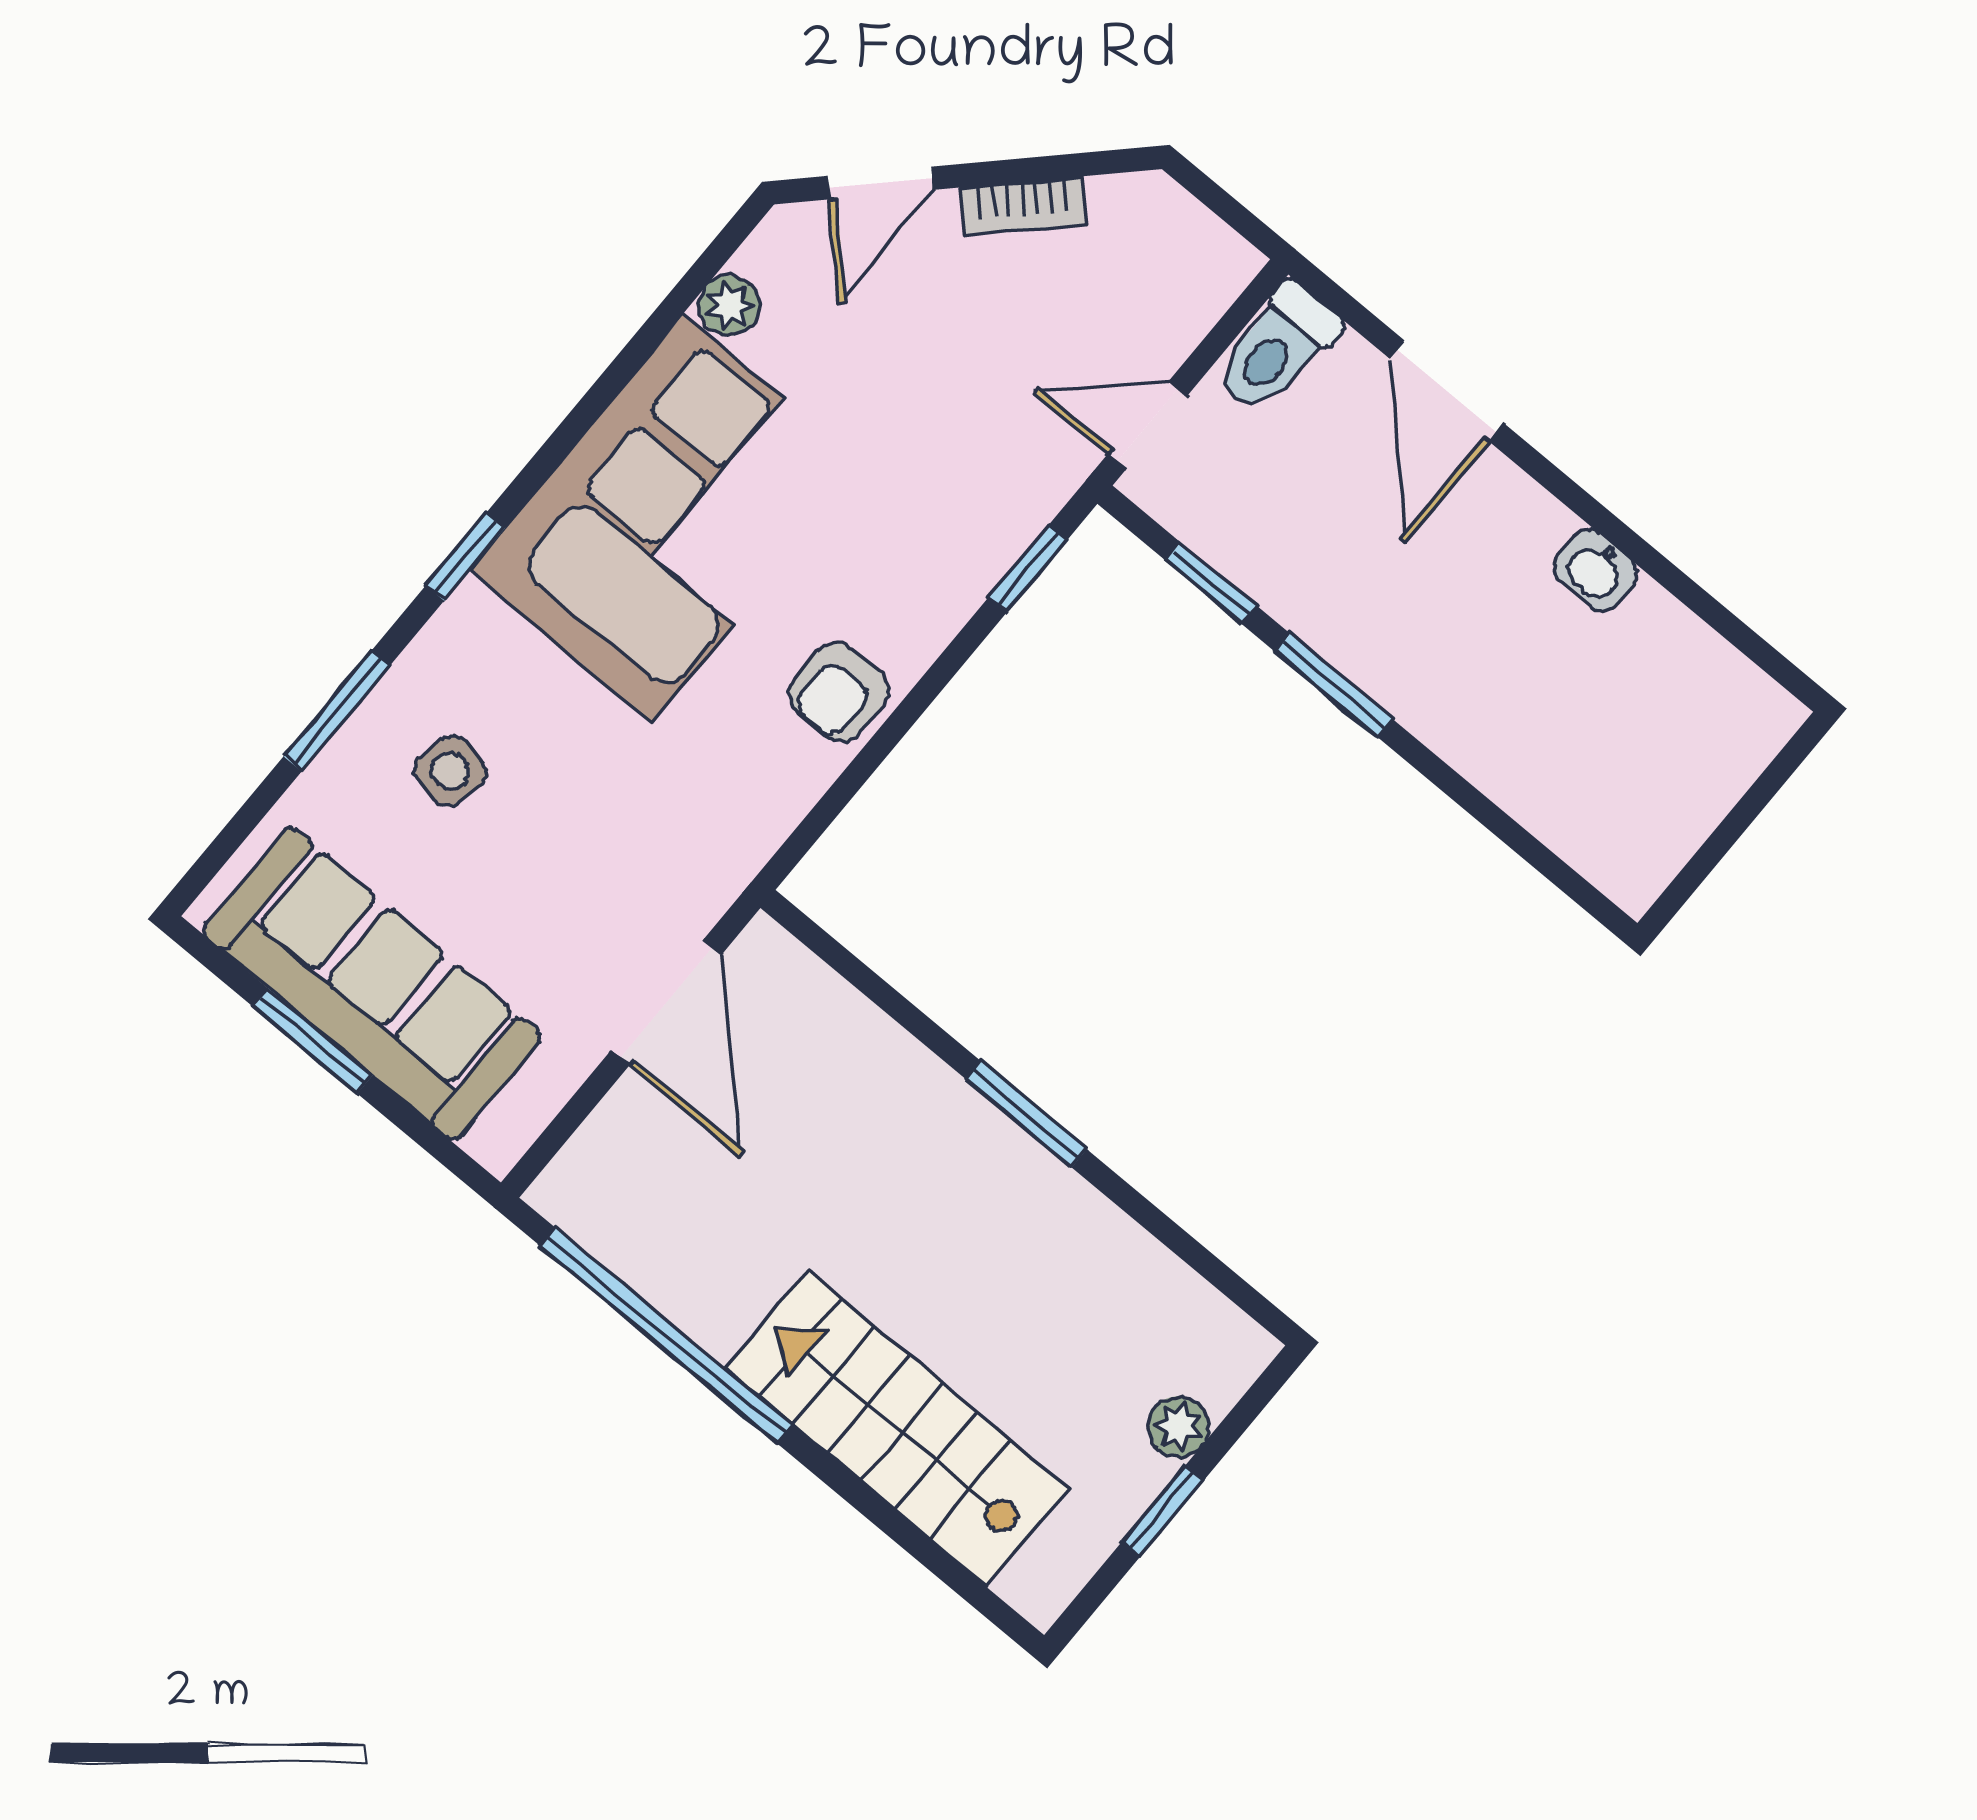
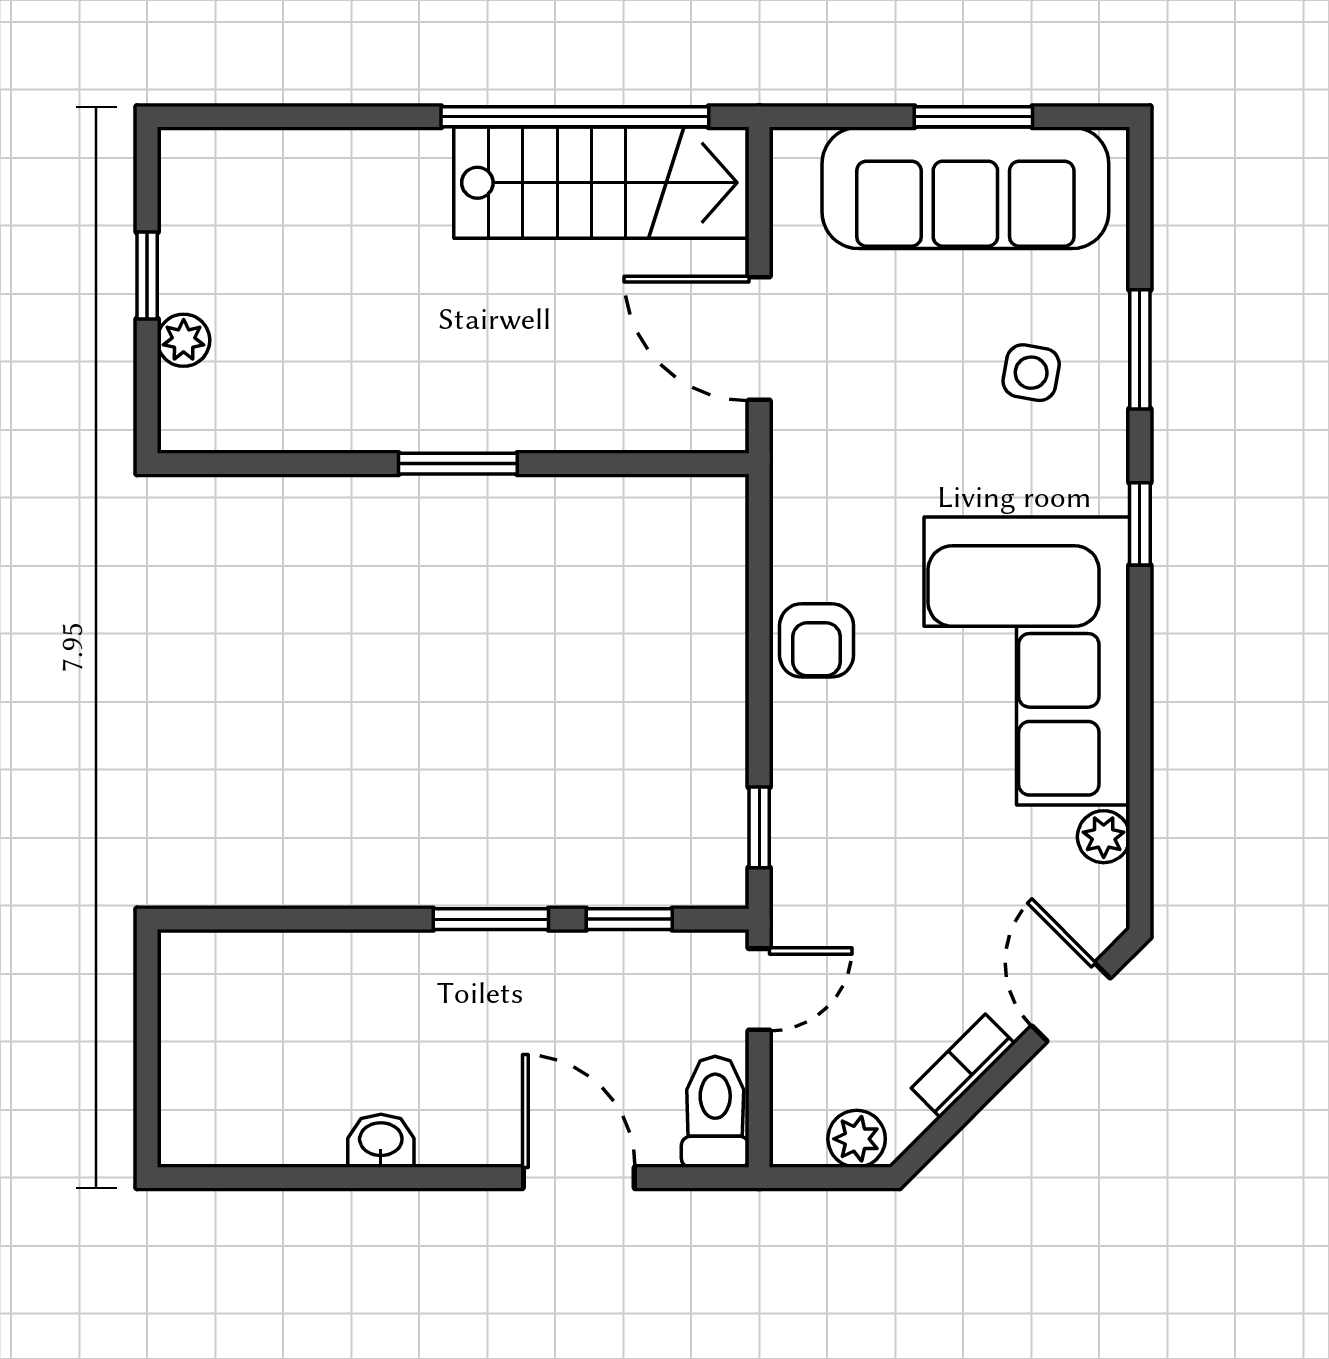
plant: (1172, 220) -> (857, 1139), added
armchair: (839, 692) -> (817, 640), turned 180
stairs: (897, 1428) -> (601, 183), moved

